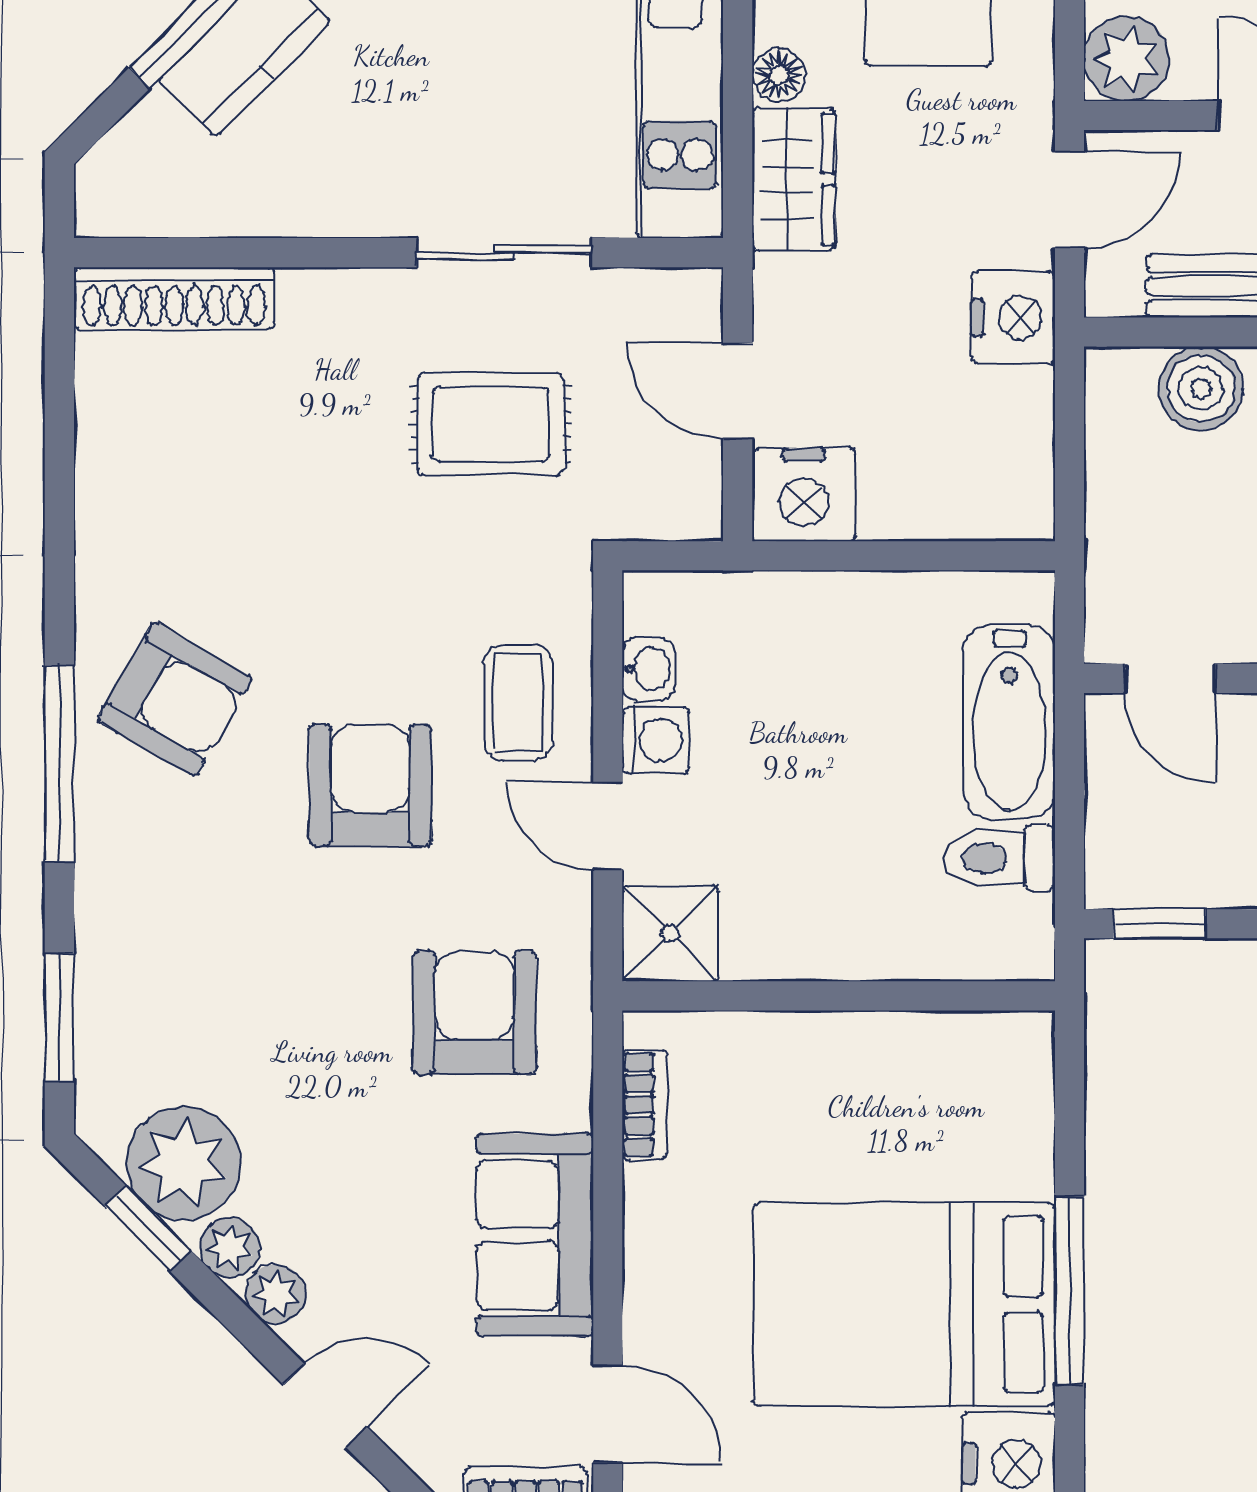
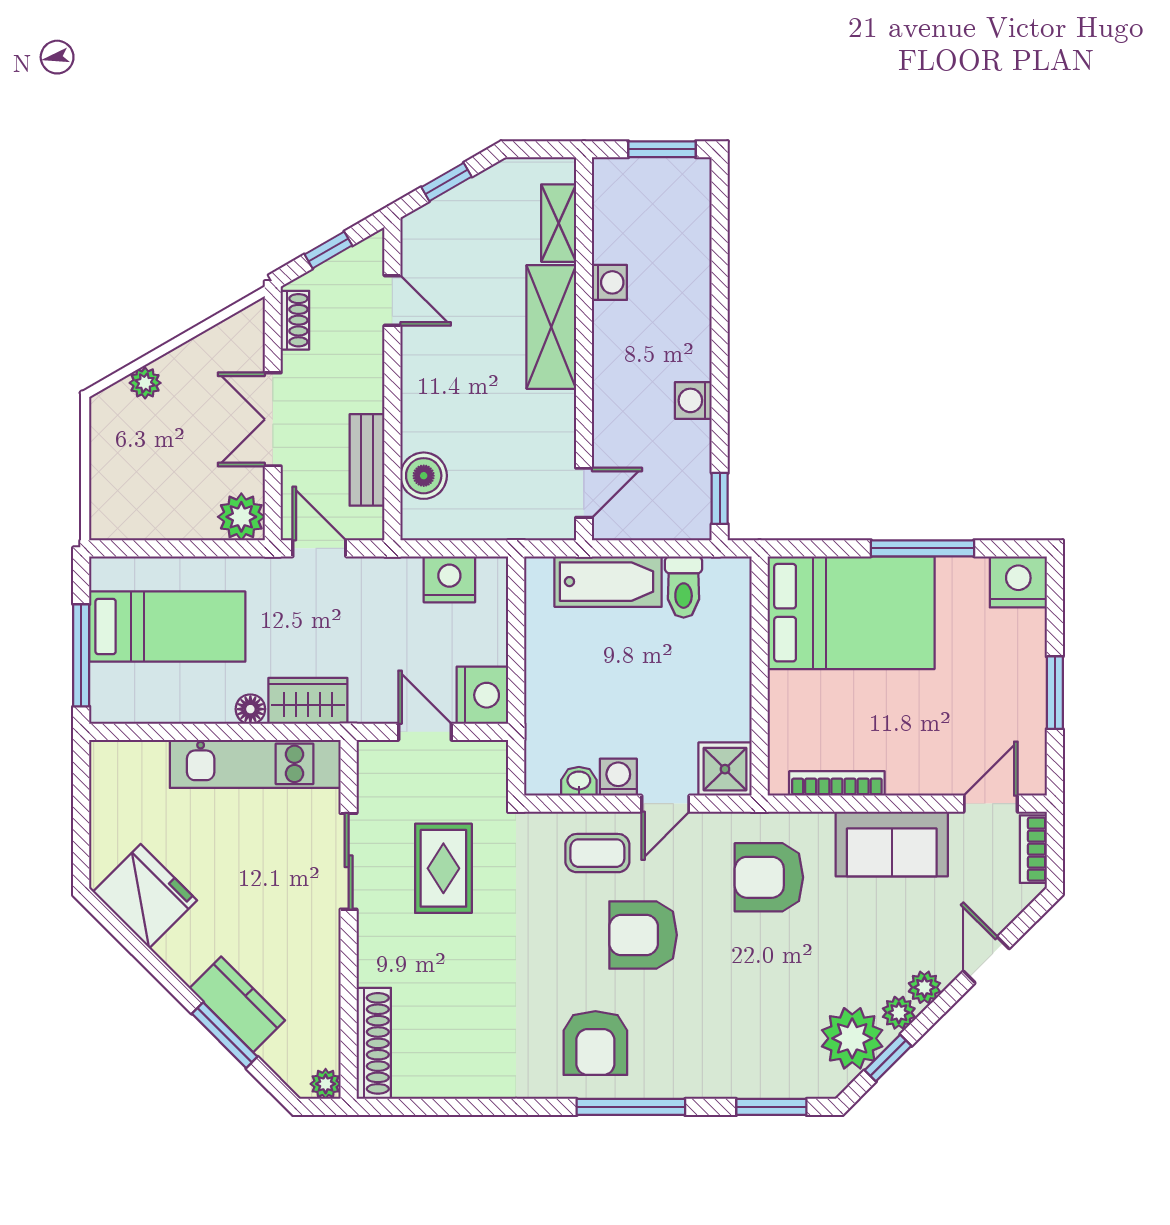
plant: (101, 211) -> (326, 1084), added
nightstand: (1013, 318) -> (449, 579), moved
door: (738, 391) -> (425, 732), swing flipped
armchair: (175, 699) -> (595, 1043), turned 150
bookcase: (644, 1105) -> (837, 783), width x1.56
bed: (904, 1304) -> (851, 613), moved, turned -90

